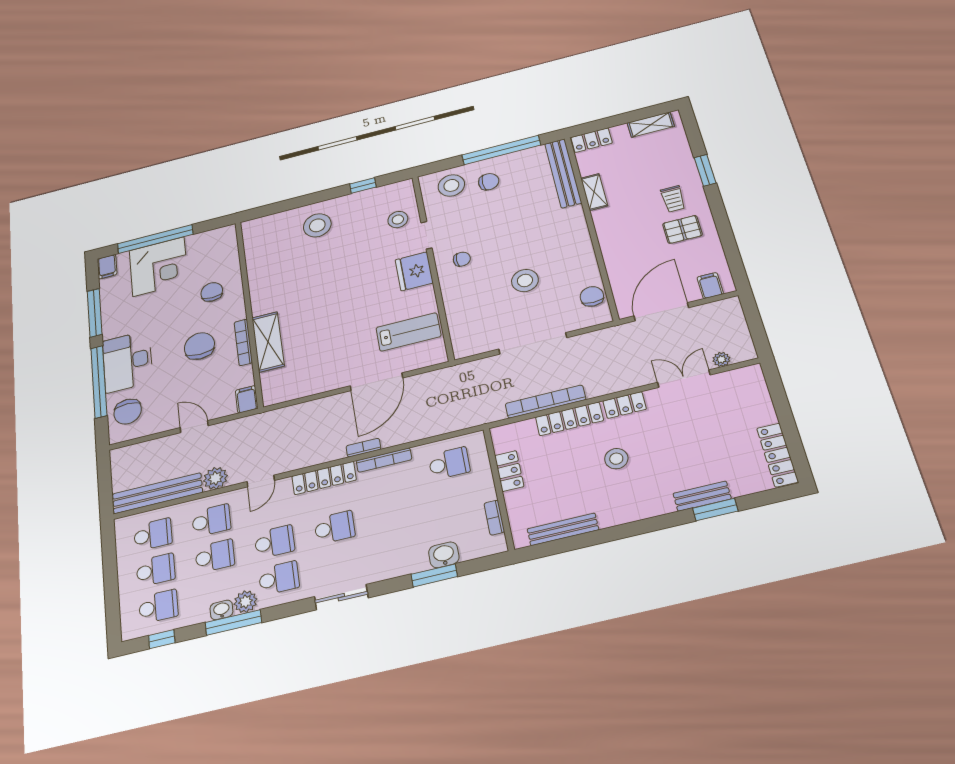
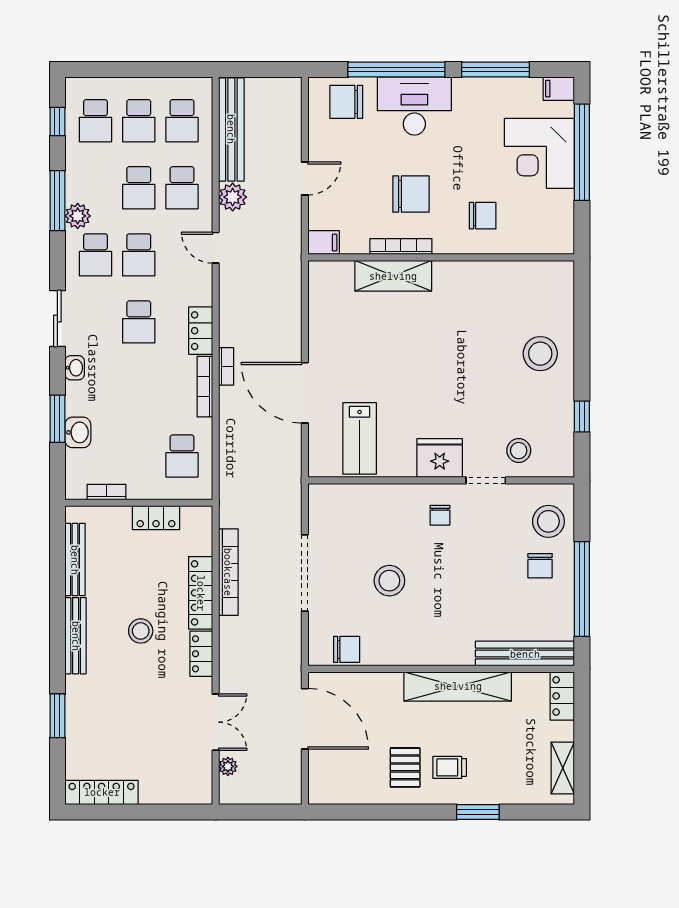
shelving: (594, 192) -> (458, 686), width x2.20, depth x1.33
filing cabinet: (710, 285) -> (323, 778), removed
locker: (324, 478) -> (201, 331), width x0.66
bench: (702, 496) -> (76, 636), moved, width x1.36
washbasin: (221, 610) -> (75, 368), moved

